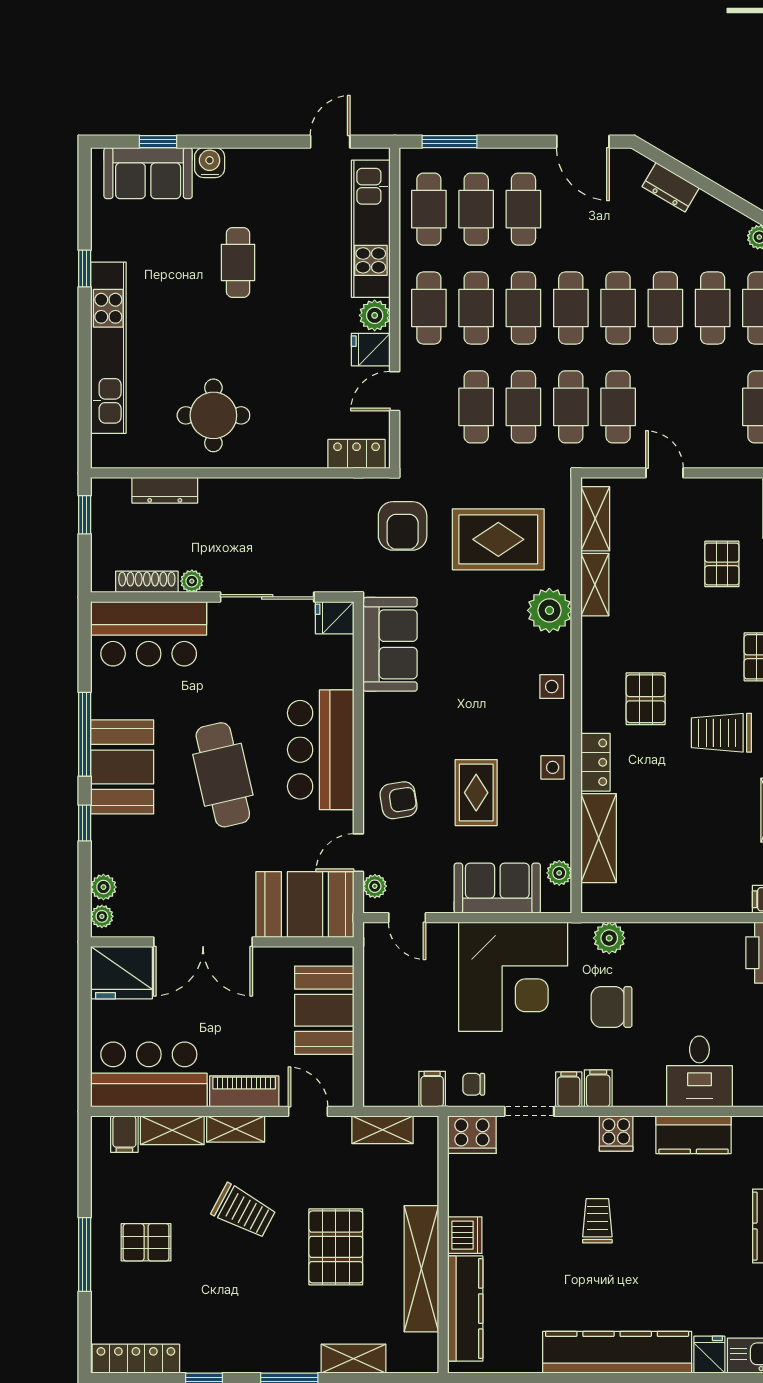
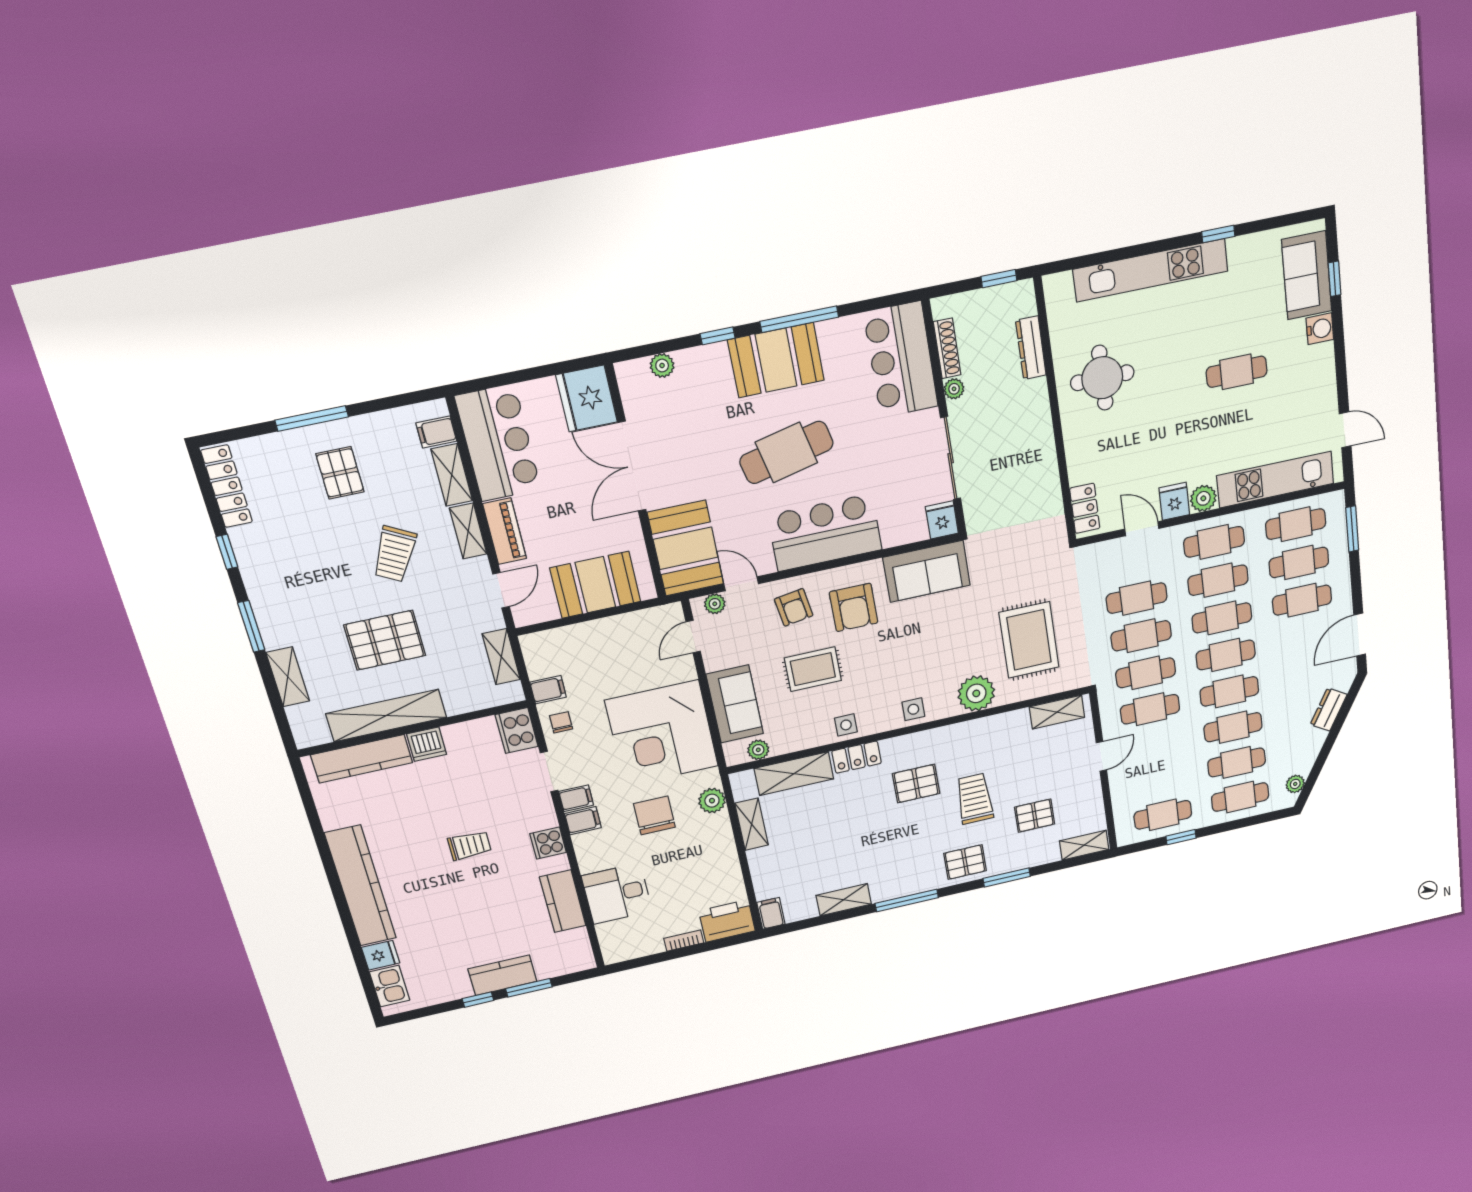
armchair: (403, 526) -> (854, 607), moved, turned -90
shelving: (595, 585) -> (751, 824), moved, turned 90
trolley: (721, 733) -> (975, 799), moved
plant: (102, 916) -> (635, 370), removed

